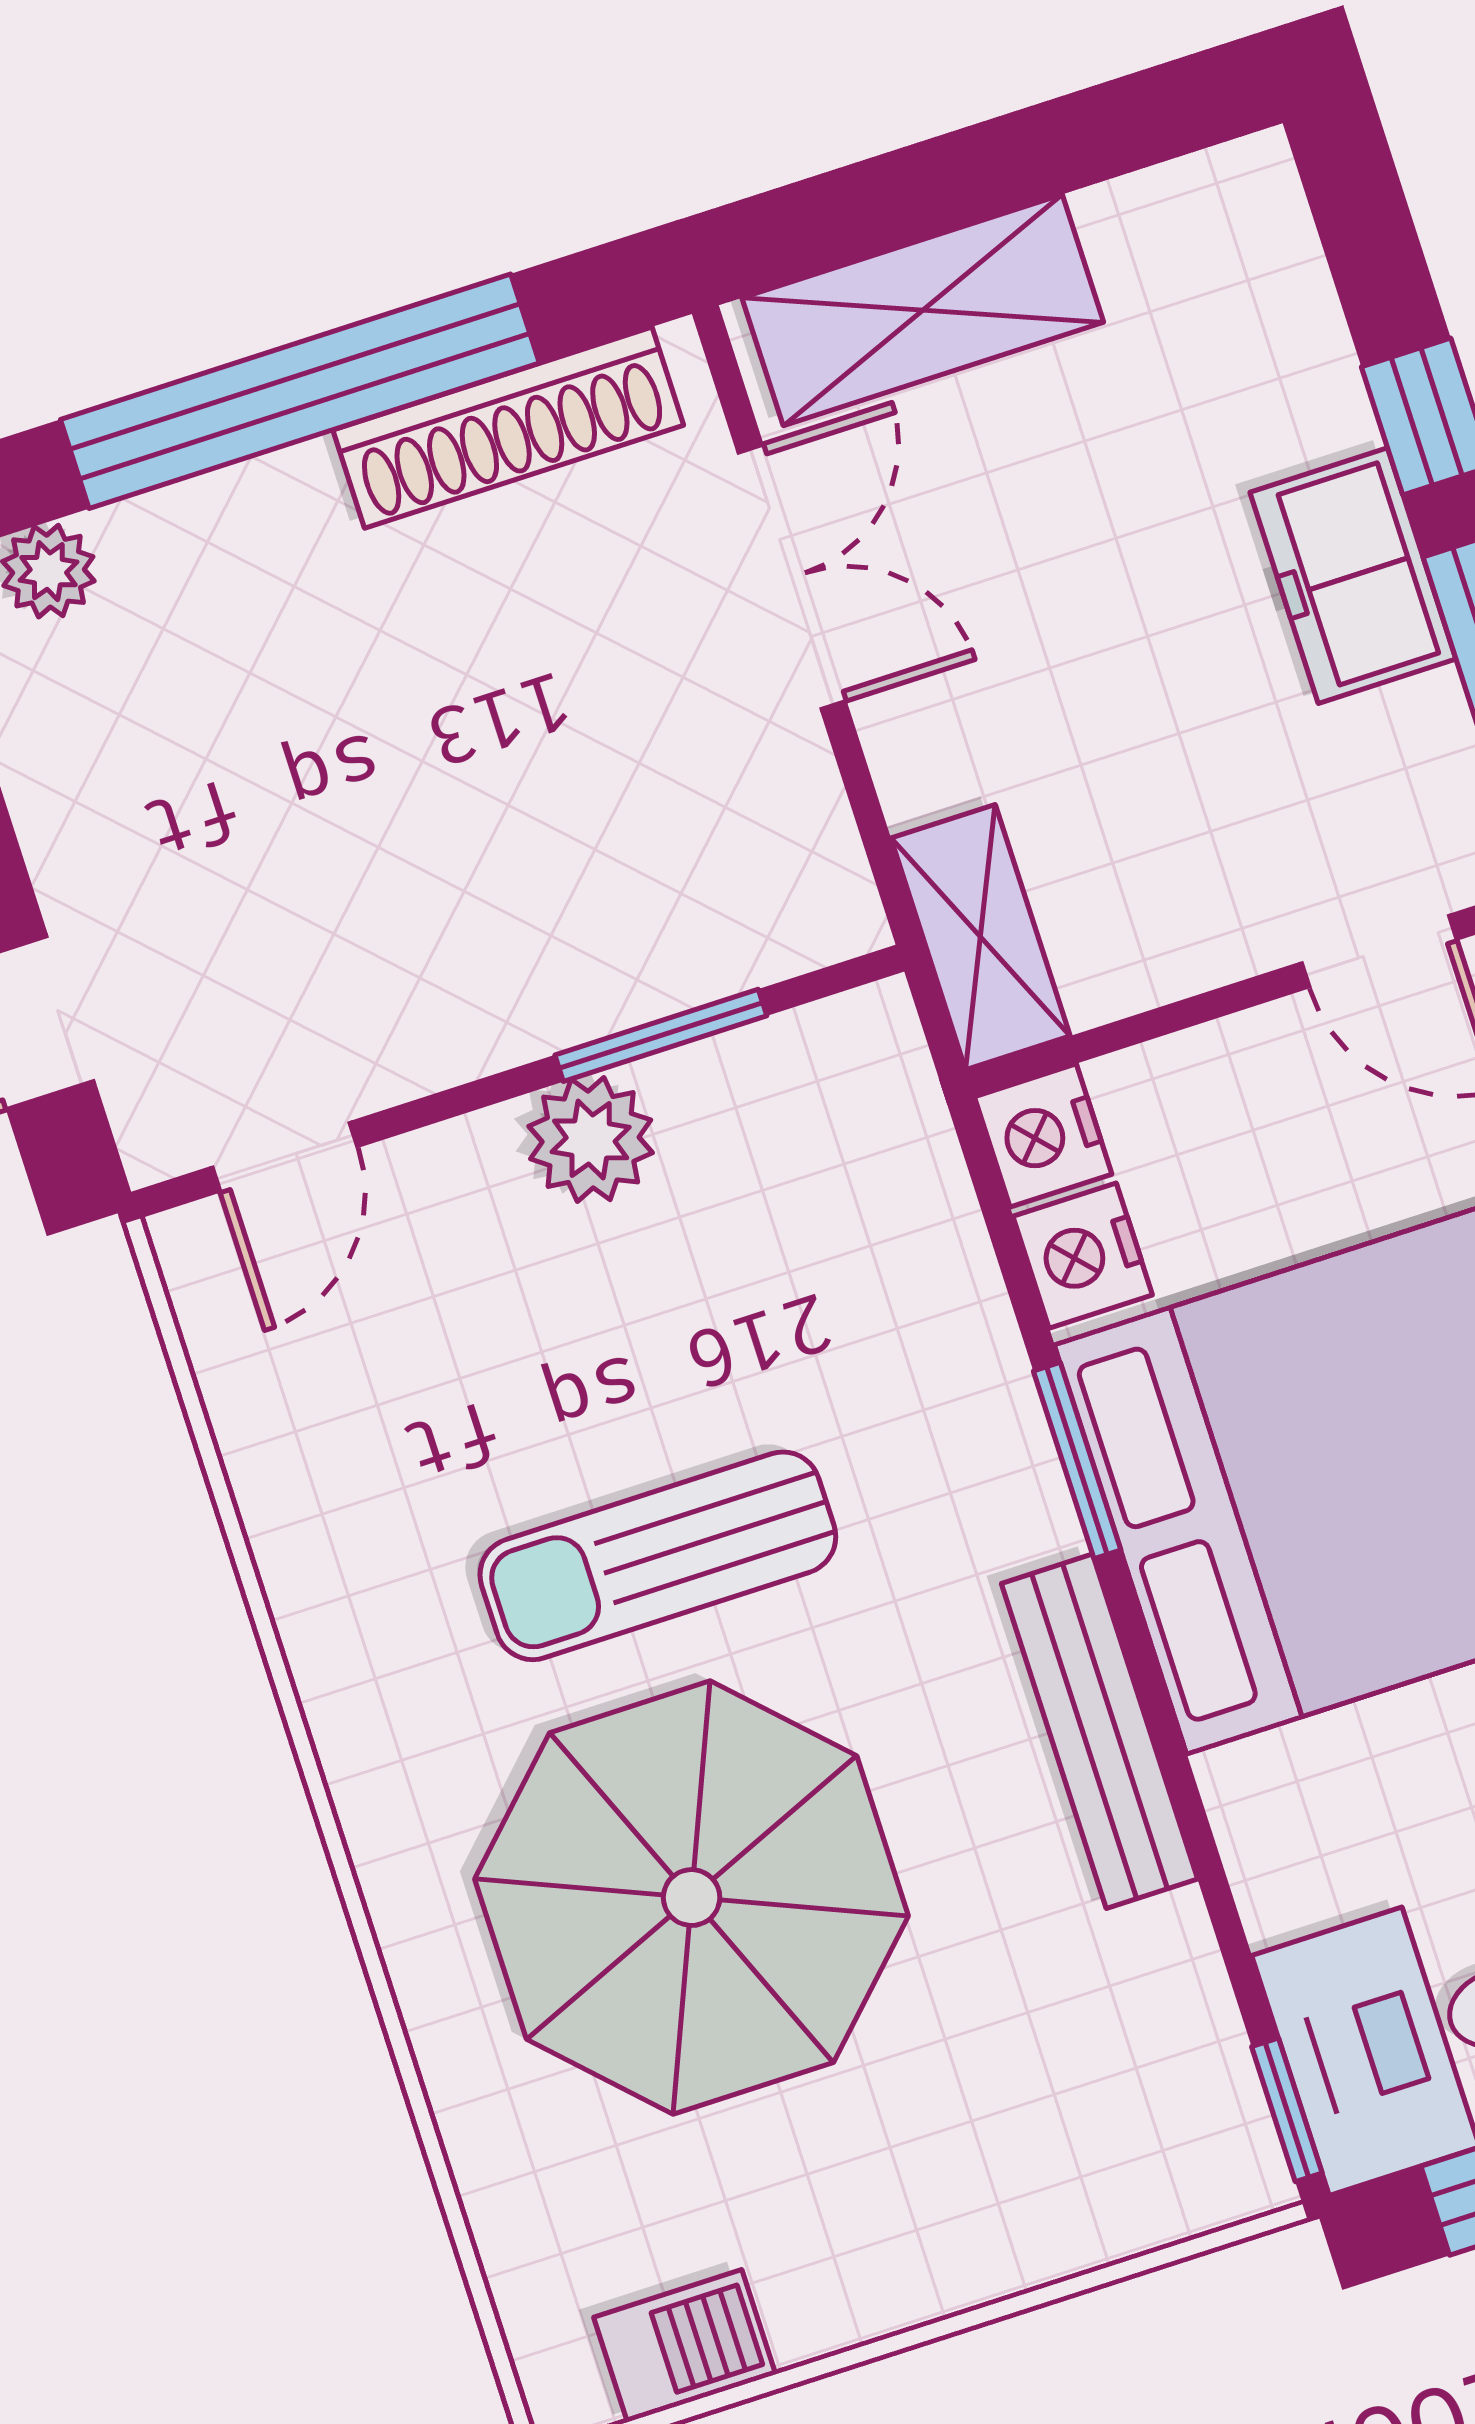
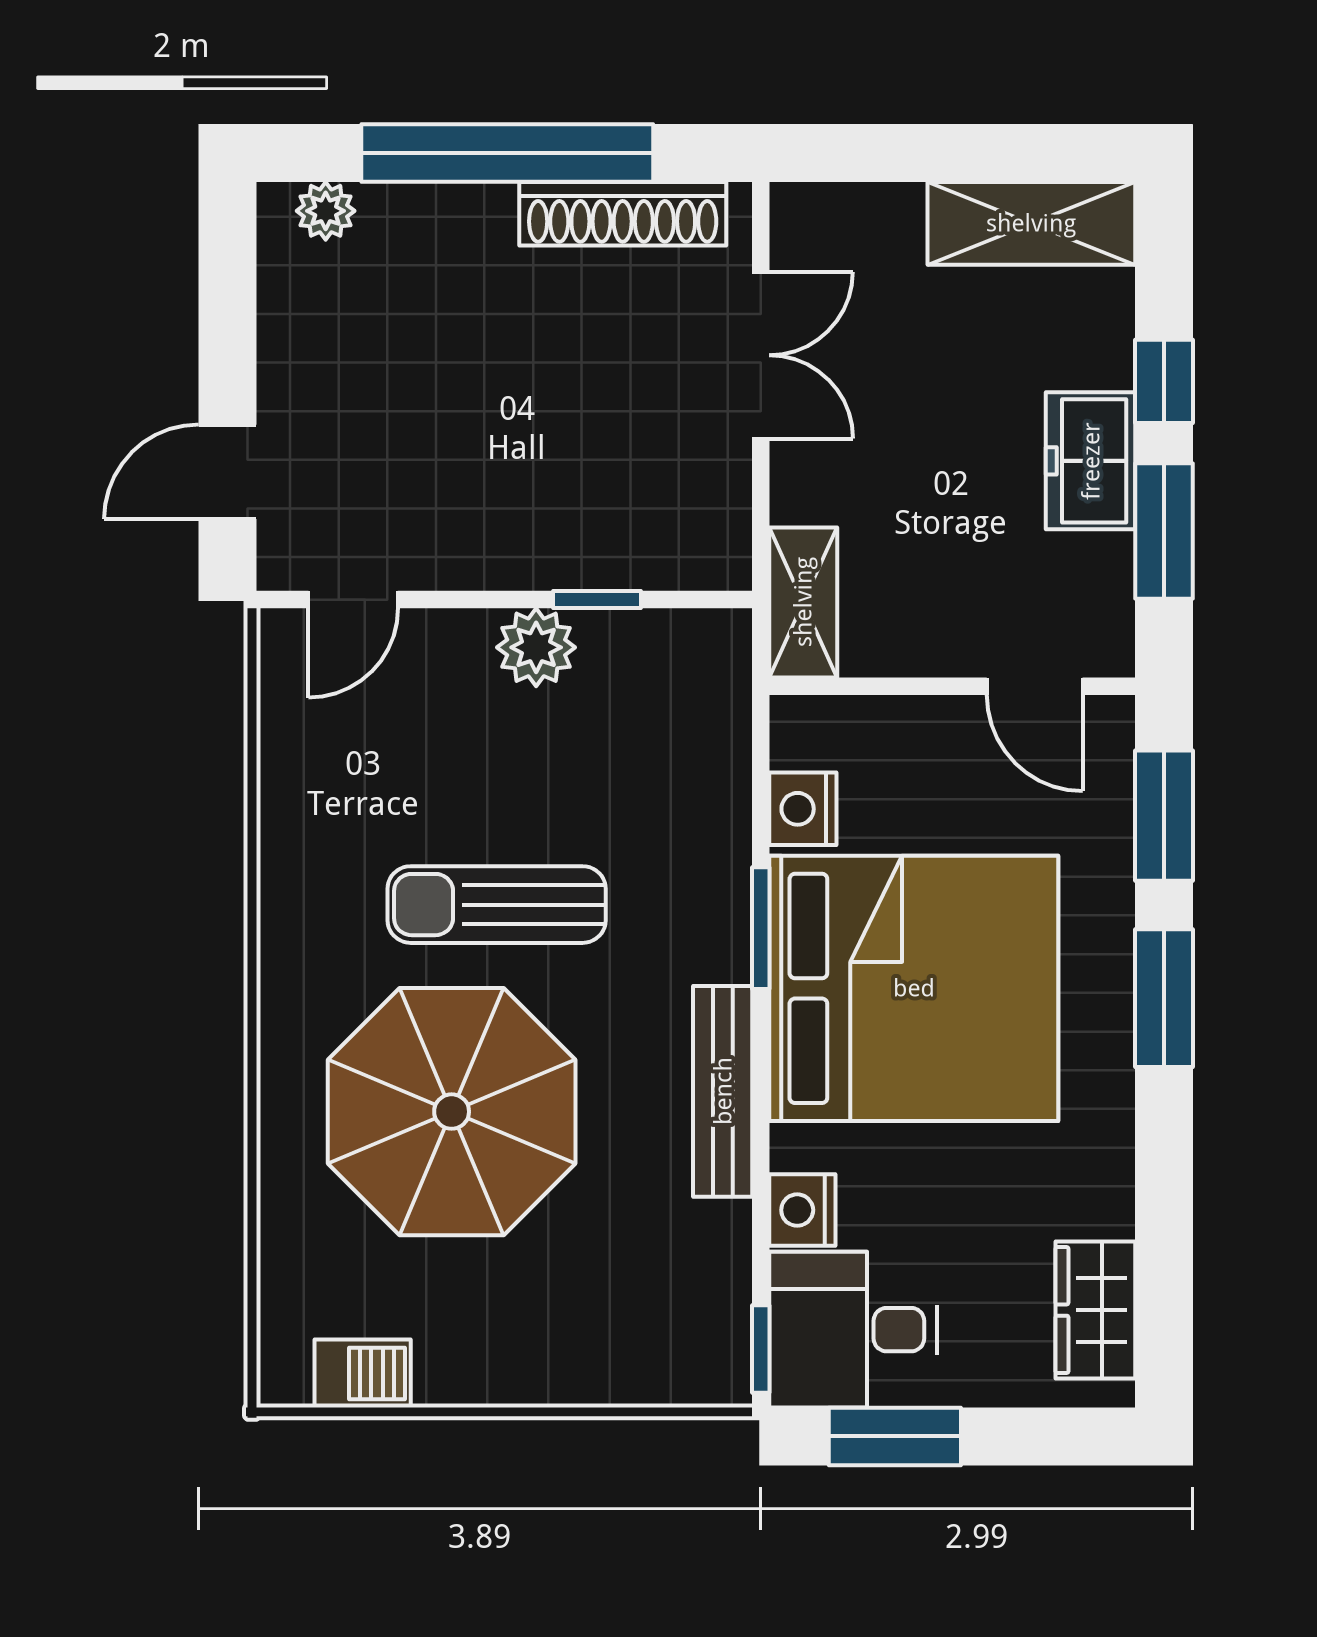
shelving: (923, 310) -> (1031, 223), moved
window: (661, 1035) -> (597, 600), width x0.67
nightstand: (1043, 1135) -> (802, 1210), moved

